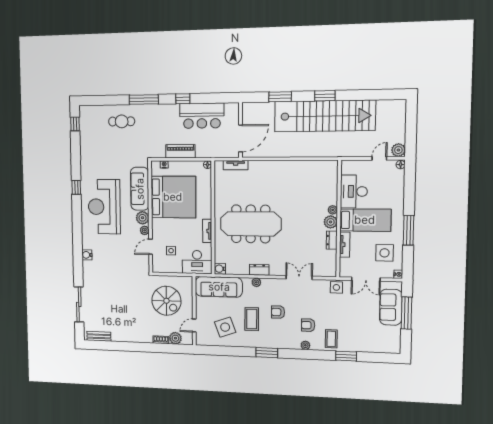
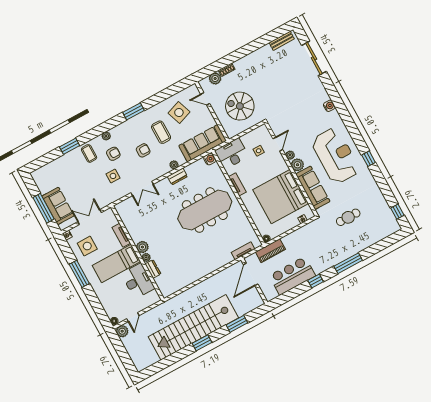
cafe table: (122, 121) -> (348, 217), moved
piano: (180, 151) -> (270, 251), moved
dresser: (332, 240) -> (153, 269), moved
side table: (336, 287) -> (113, 176), moved
door: (194, 325) -> (205, 99), swing flipped

